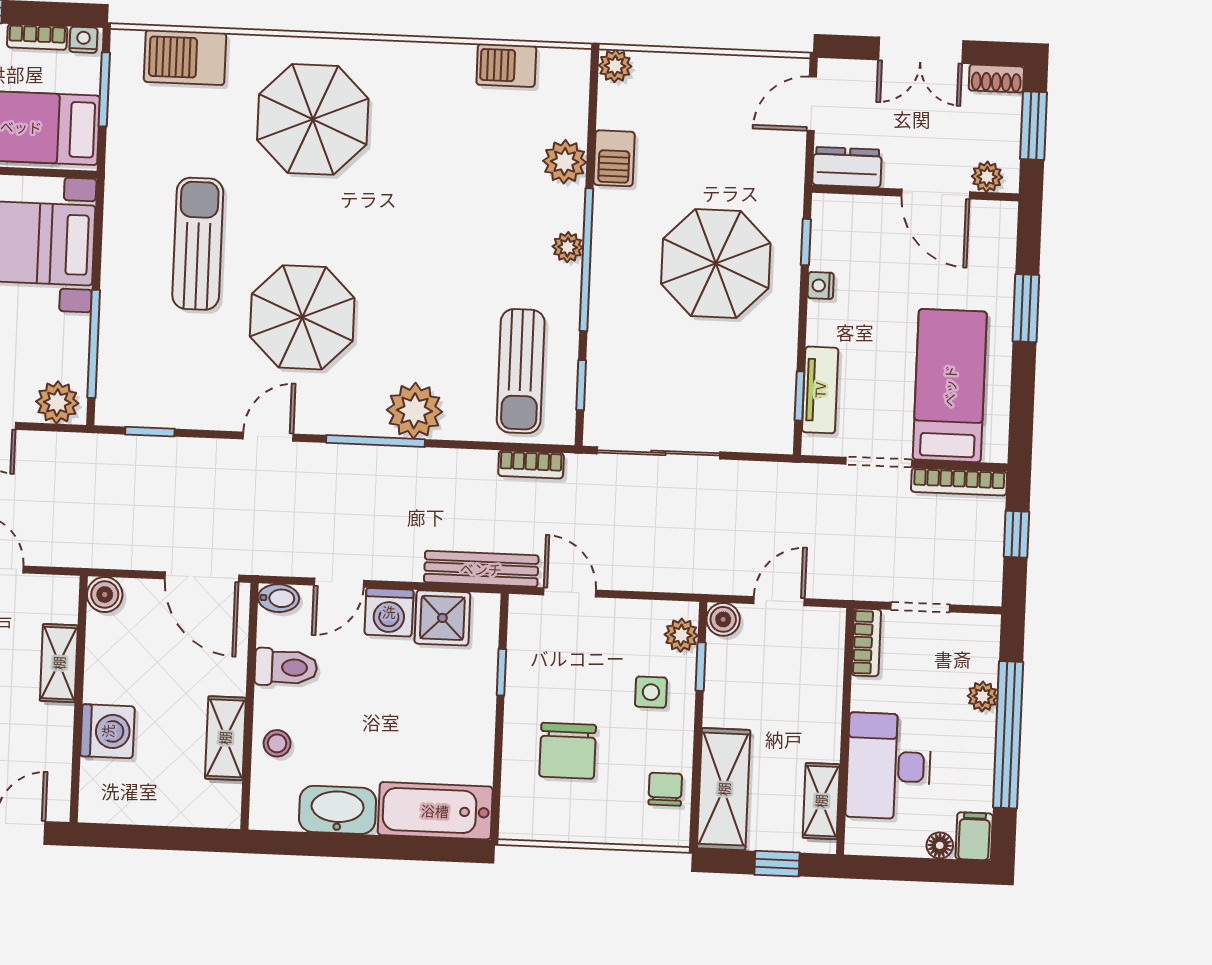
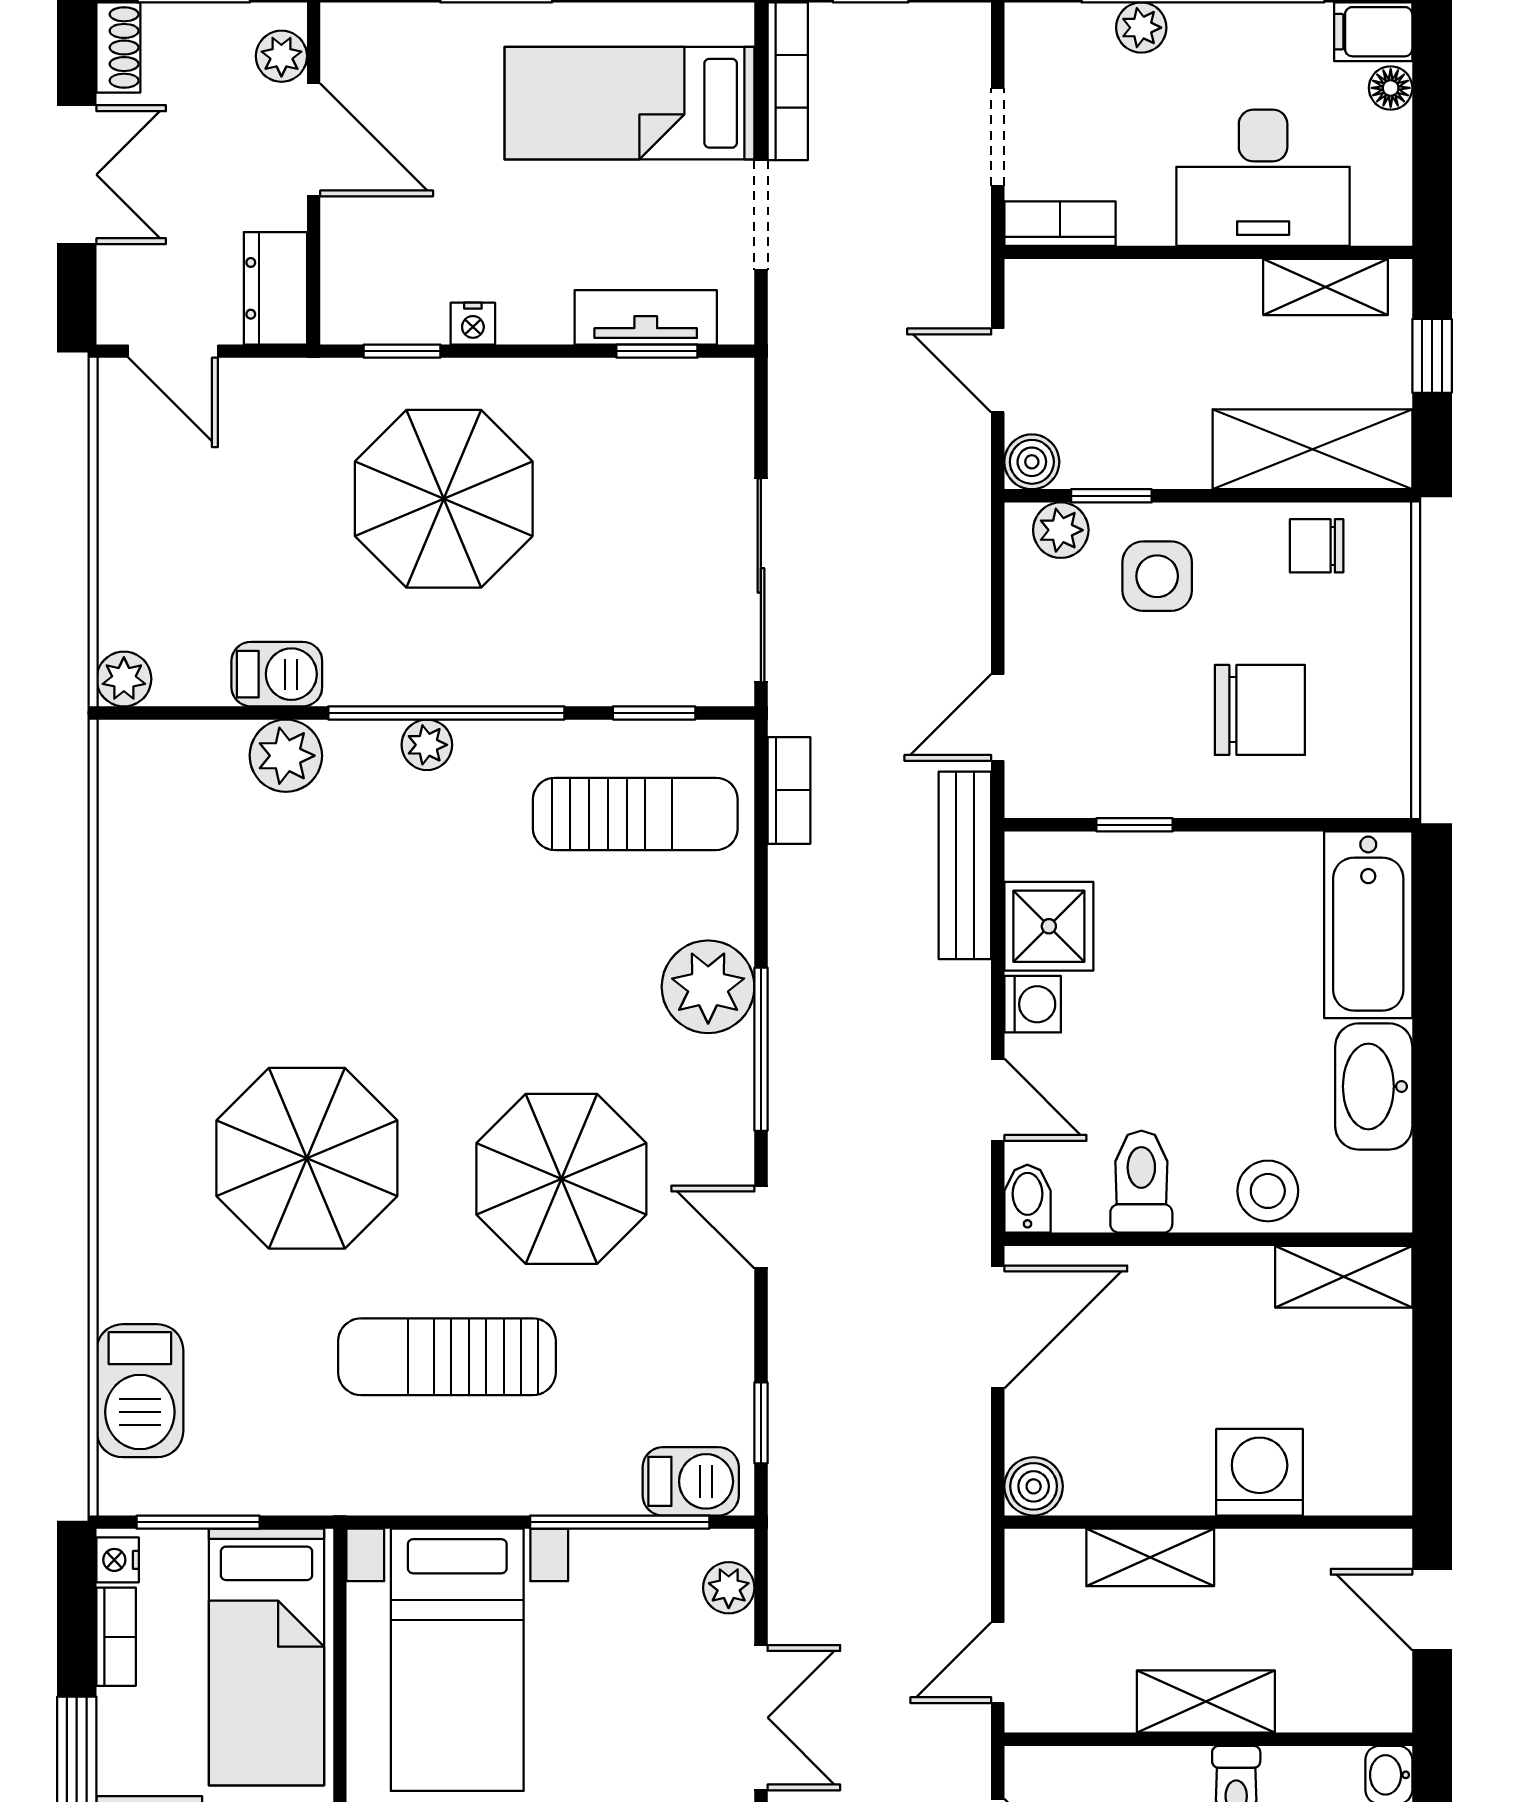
barbecue: (506, 65) -> (691, 1481), moved, turned -90
parasol: (313, 119) -> (307, 1158), moved
door: (936, 194) -> (314, 140), hinge flipped
plant: (57, 402) -> (729, 1588), width x0.73, depth x0.73
washing machine: (389, 612) -> (1033, 1004), width x0.73, depth x0.73
side table: (651, 692) -> (1157, 576), width x1.37, depth x1.37
shelving: (225, 738) -> (1344, 1277), moved
stool: (277, 743) -> (1268, 1191), width x1.37, depth x1.37

